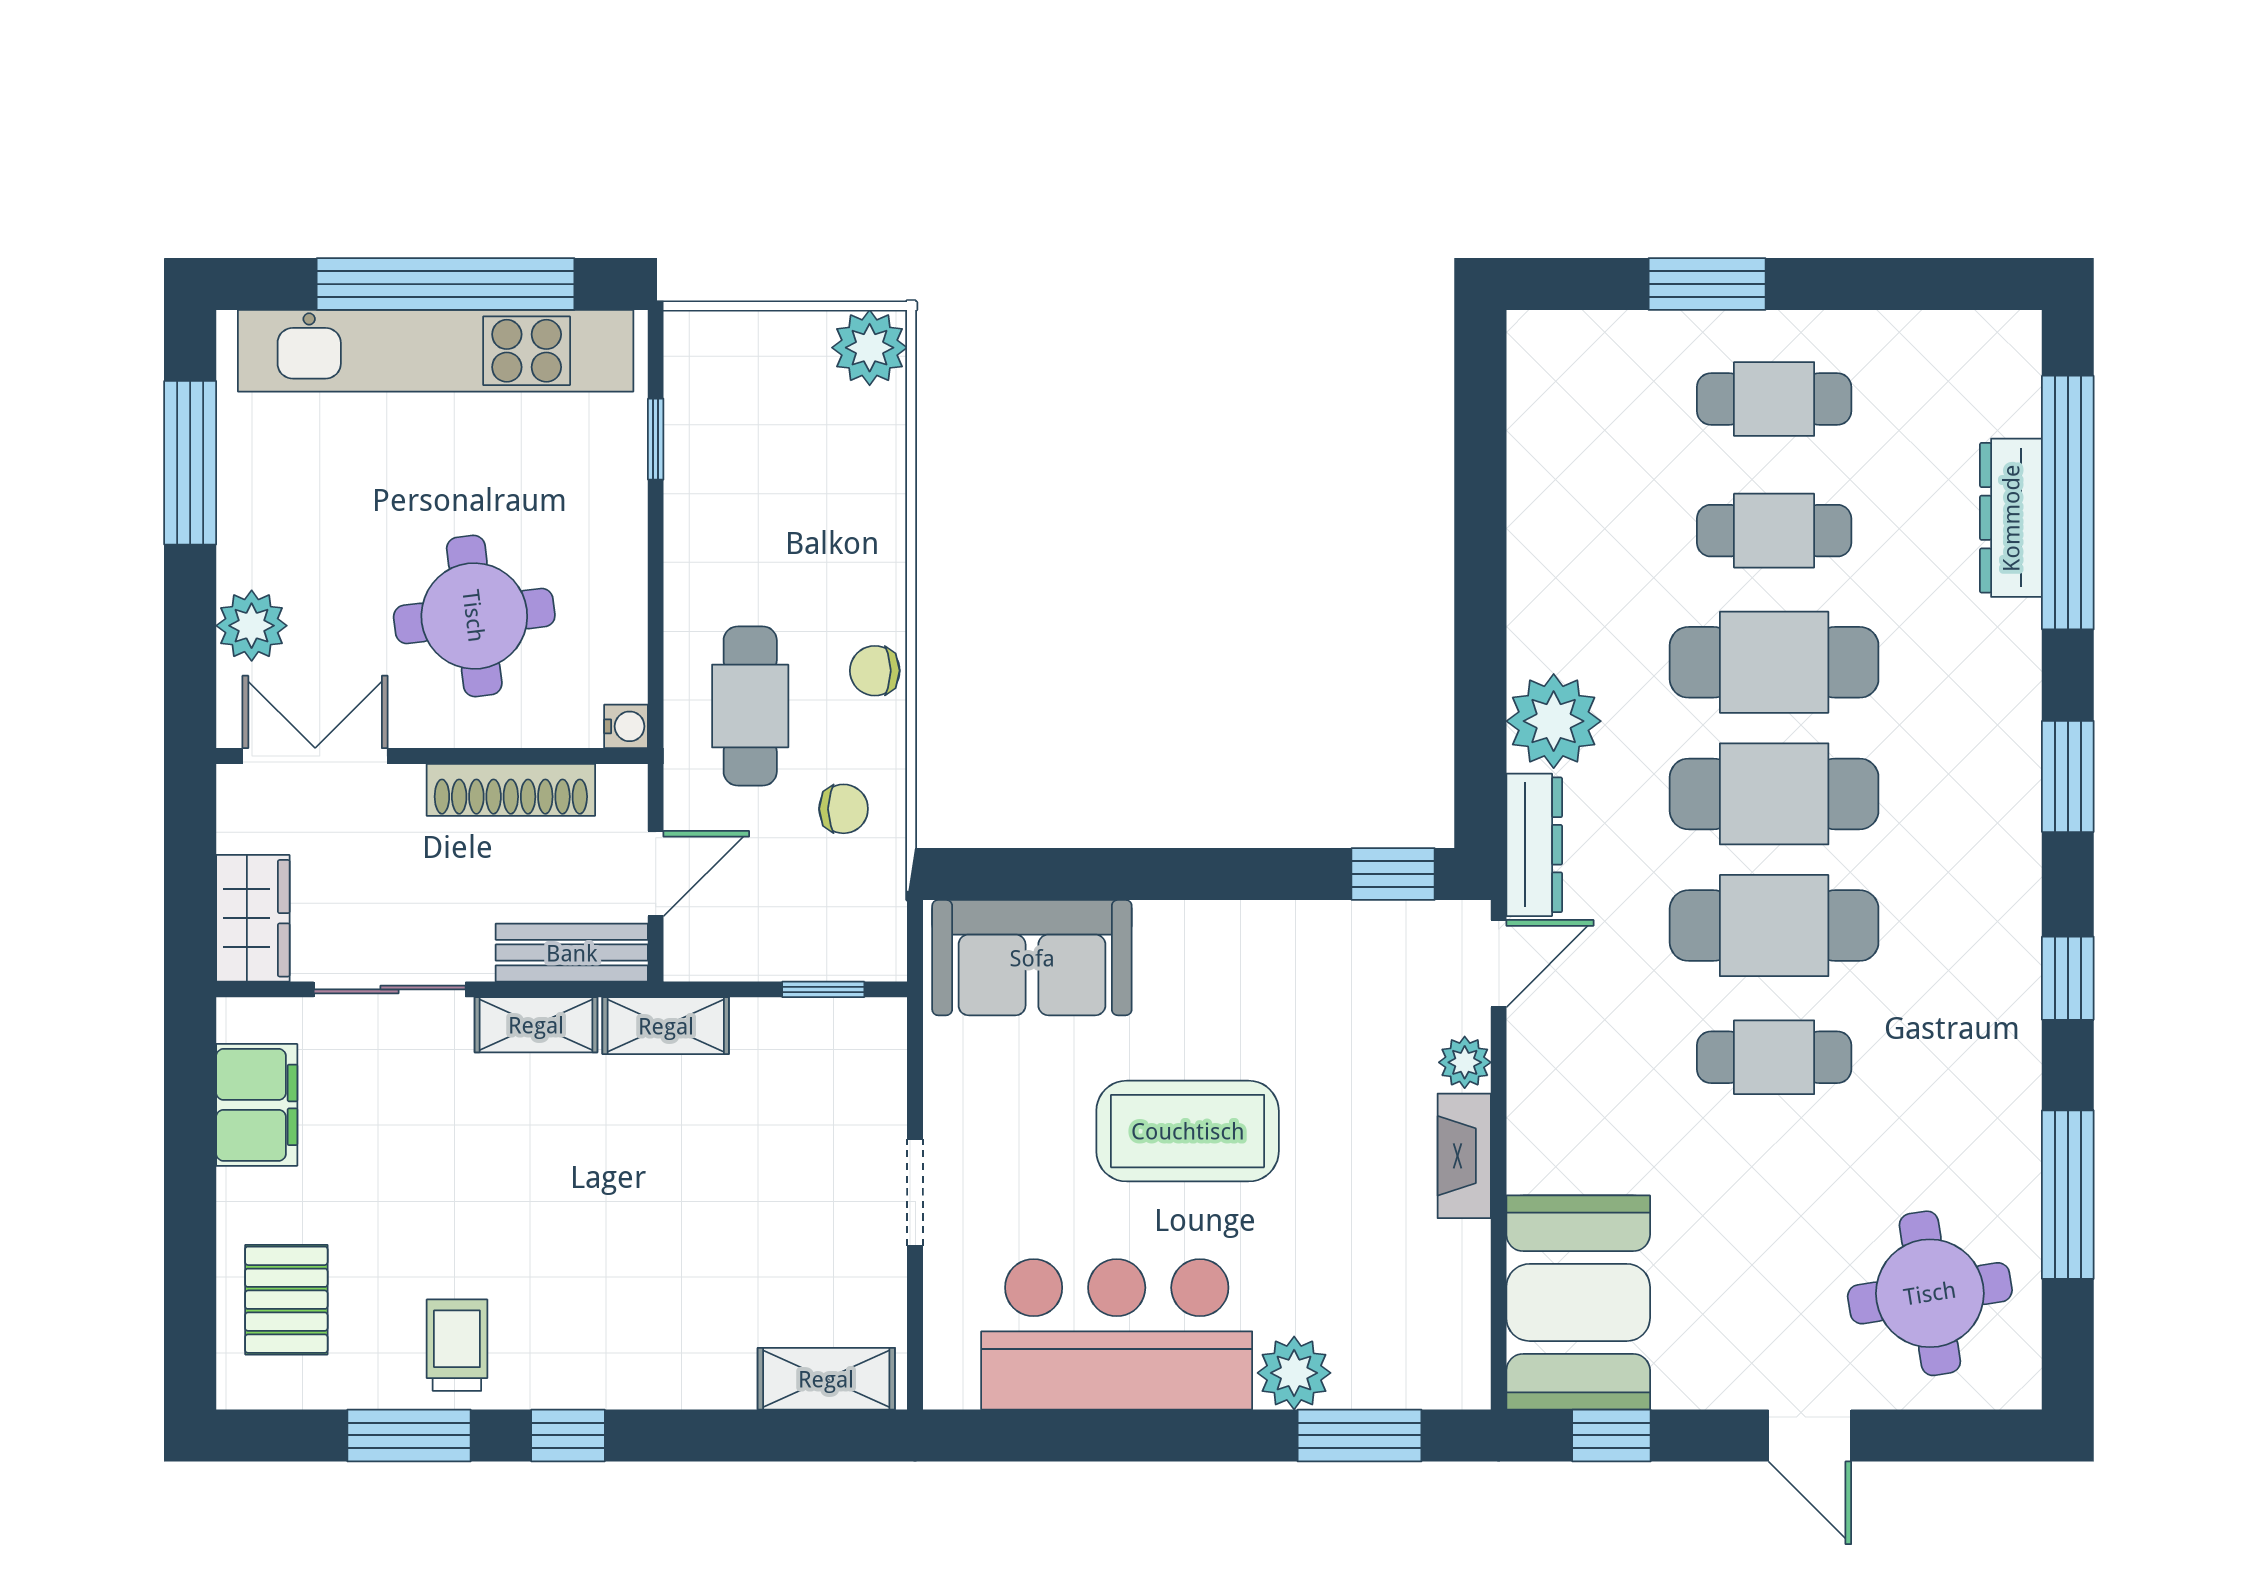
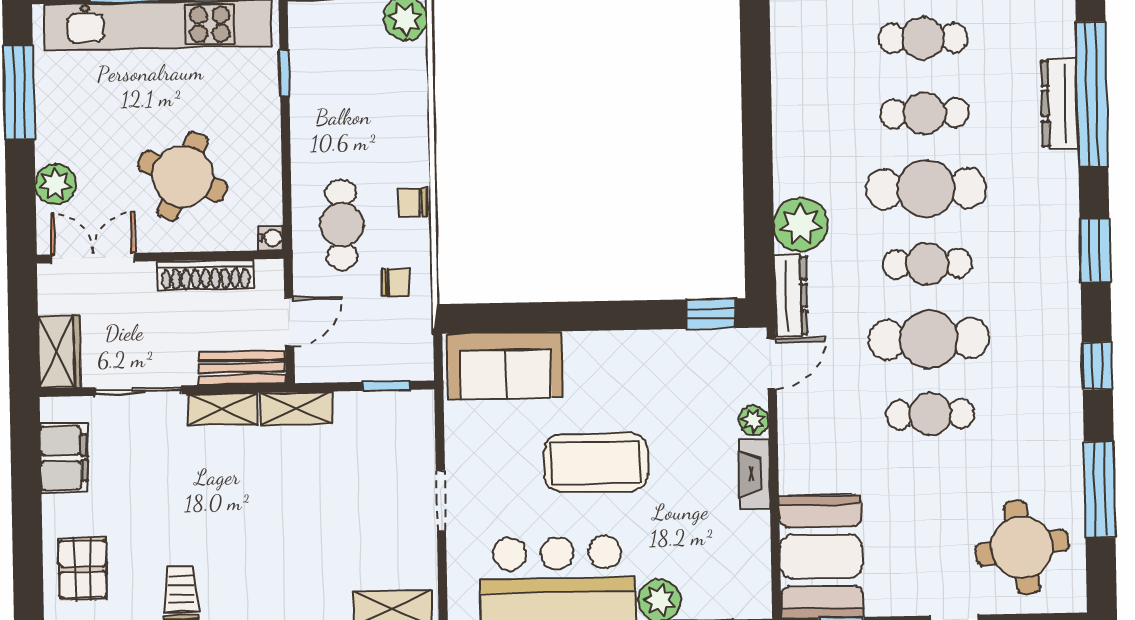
round table: (474, 616) -> (183, 176), turned 30
cafe table: (1774, 794) -> (927, 264), width x0.73, depth x0.74

